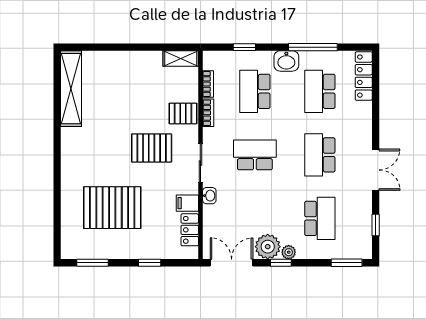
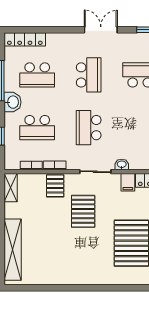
shelving: (71, 89) -> (13, 250), moved, turned 90
school desk: (320, 155) -> (89, 75), turned -90

